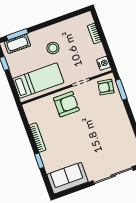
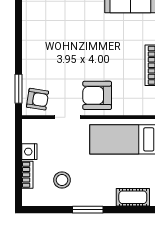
window: (17, 34) -> (88, 210), moved
stool: (53, 48) -> (62, 180), moved
nightstand: (103, 63) -> (29, 152), moved

